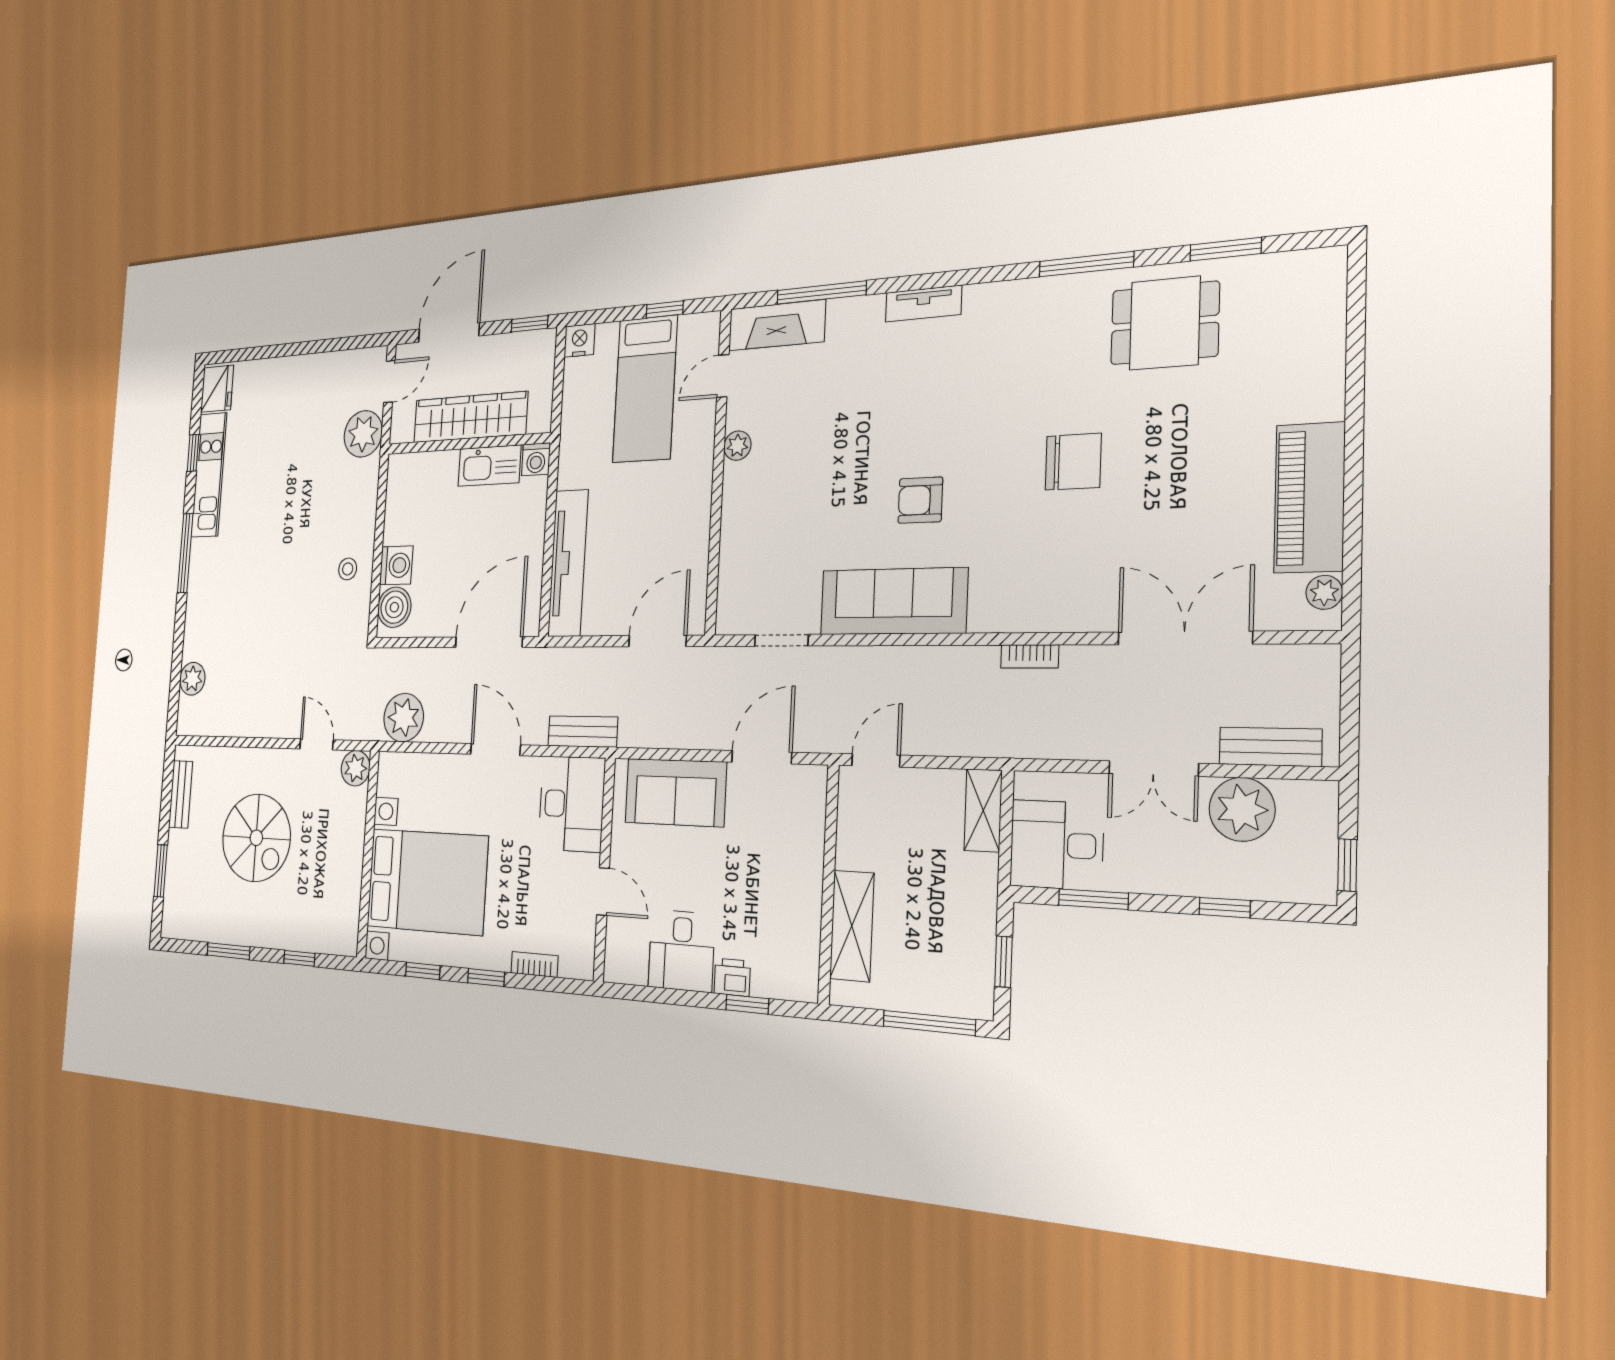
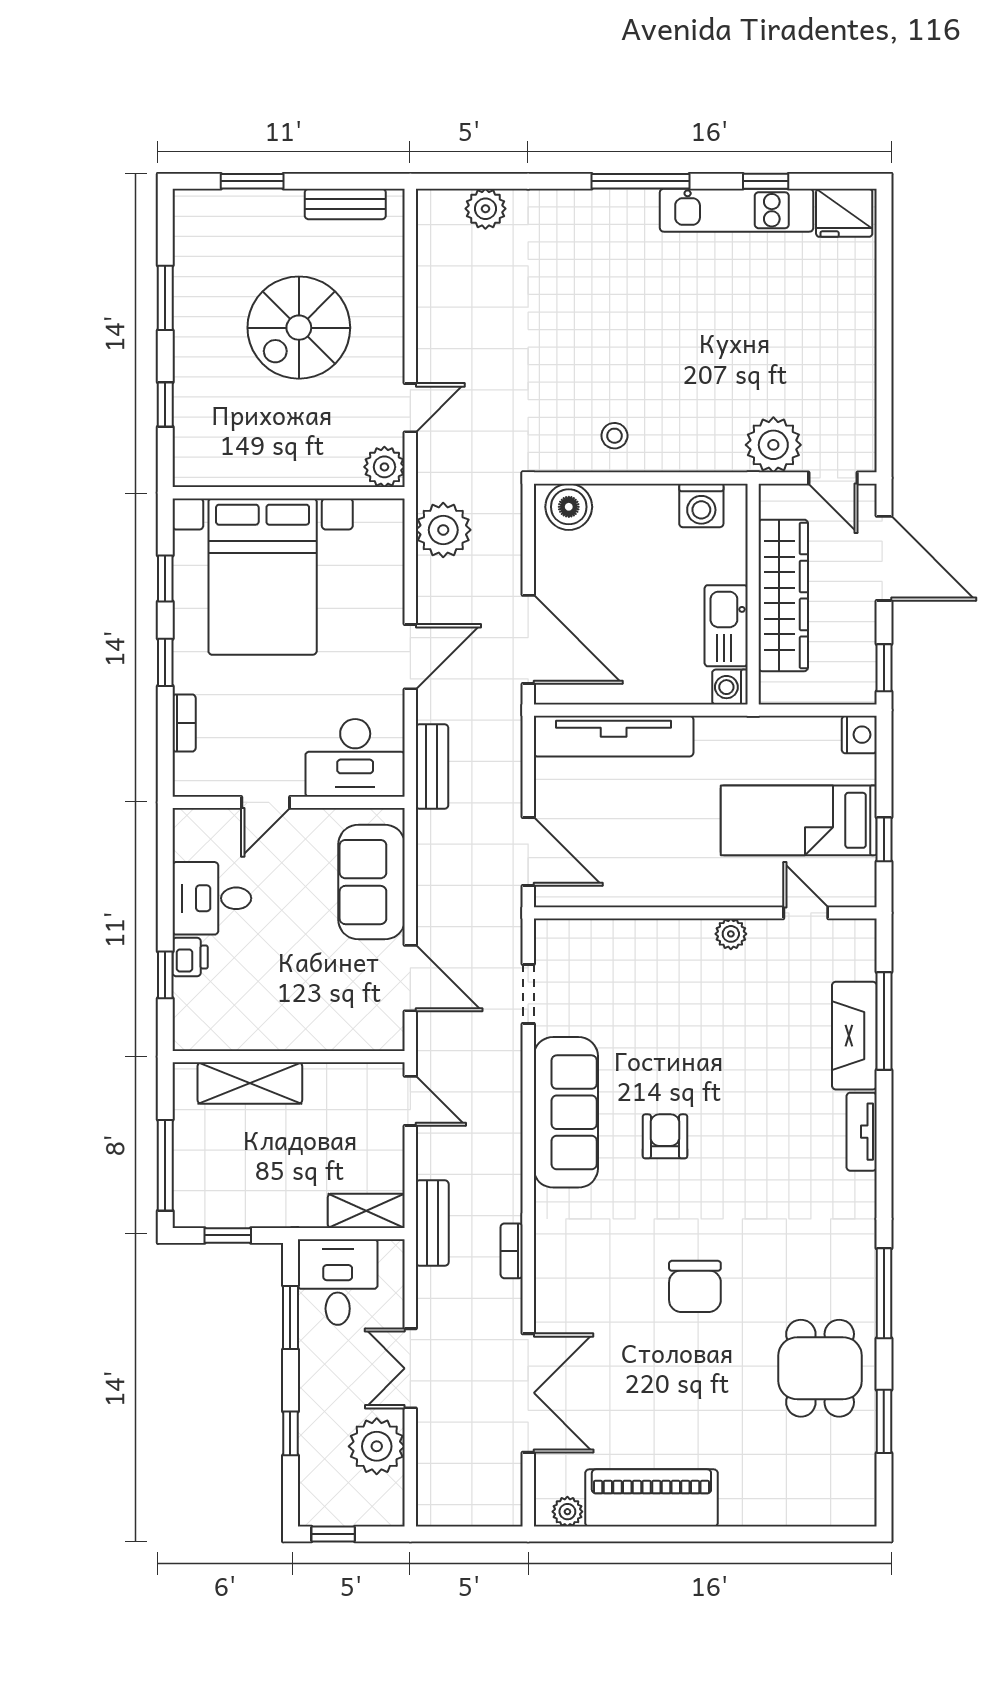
fireplace: (777, 325) -> (854, 1036), moved
washing machine: (396, 565) -> (701, 505), moved
bench: (1270, 747) -> (432, 1223), moved

